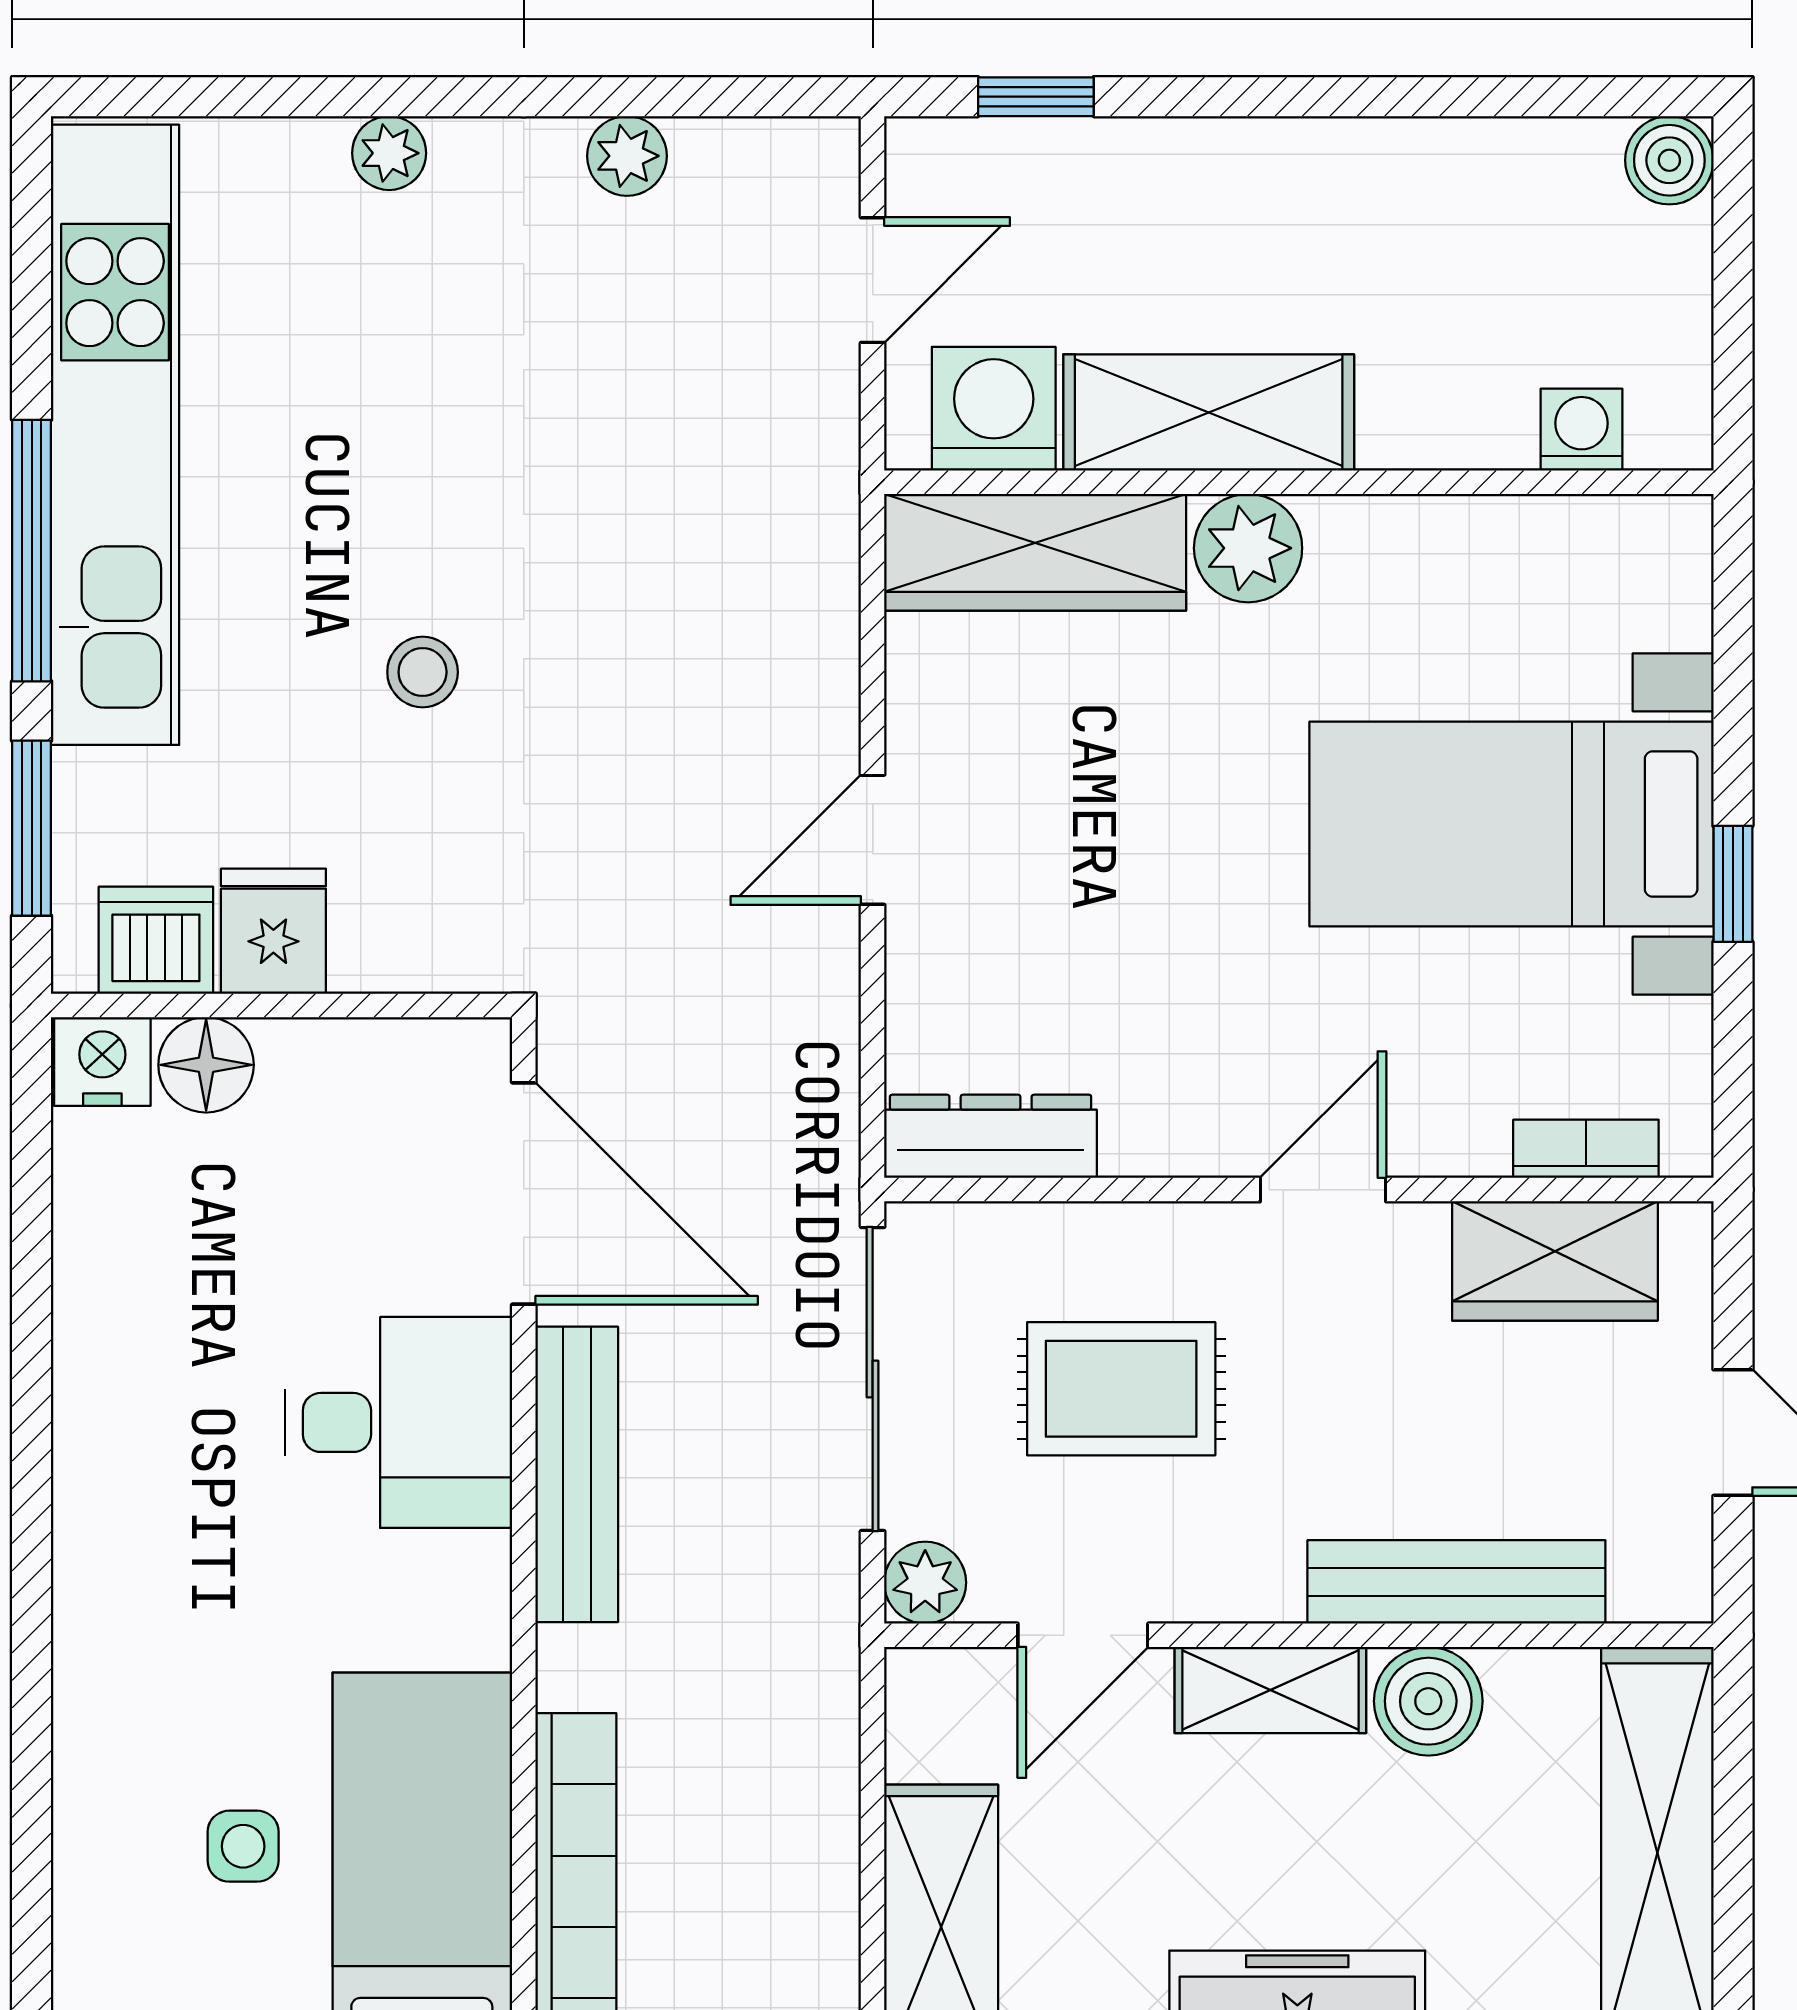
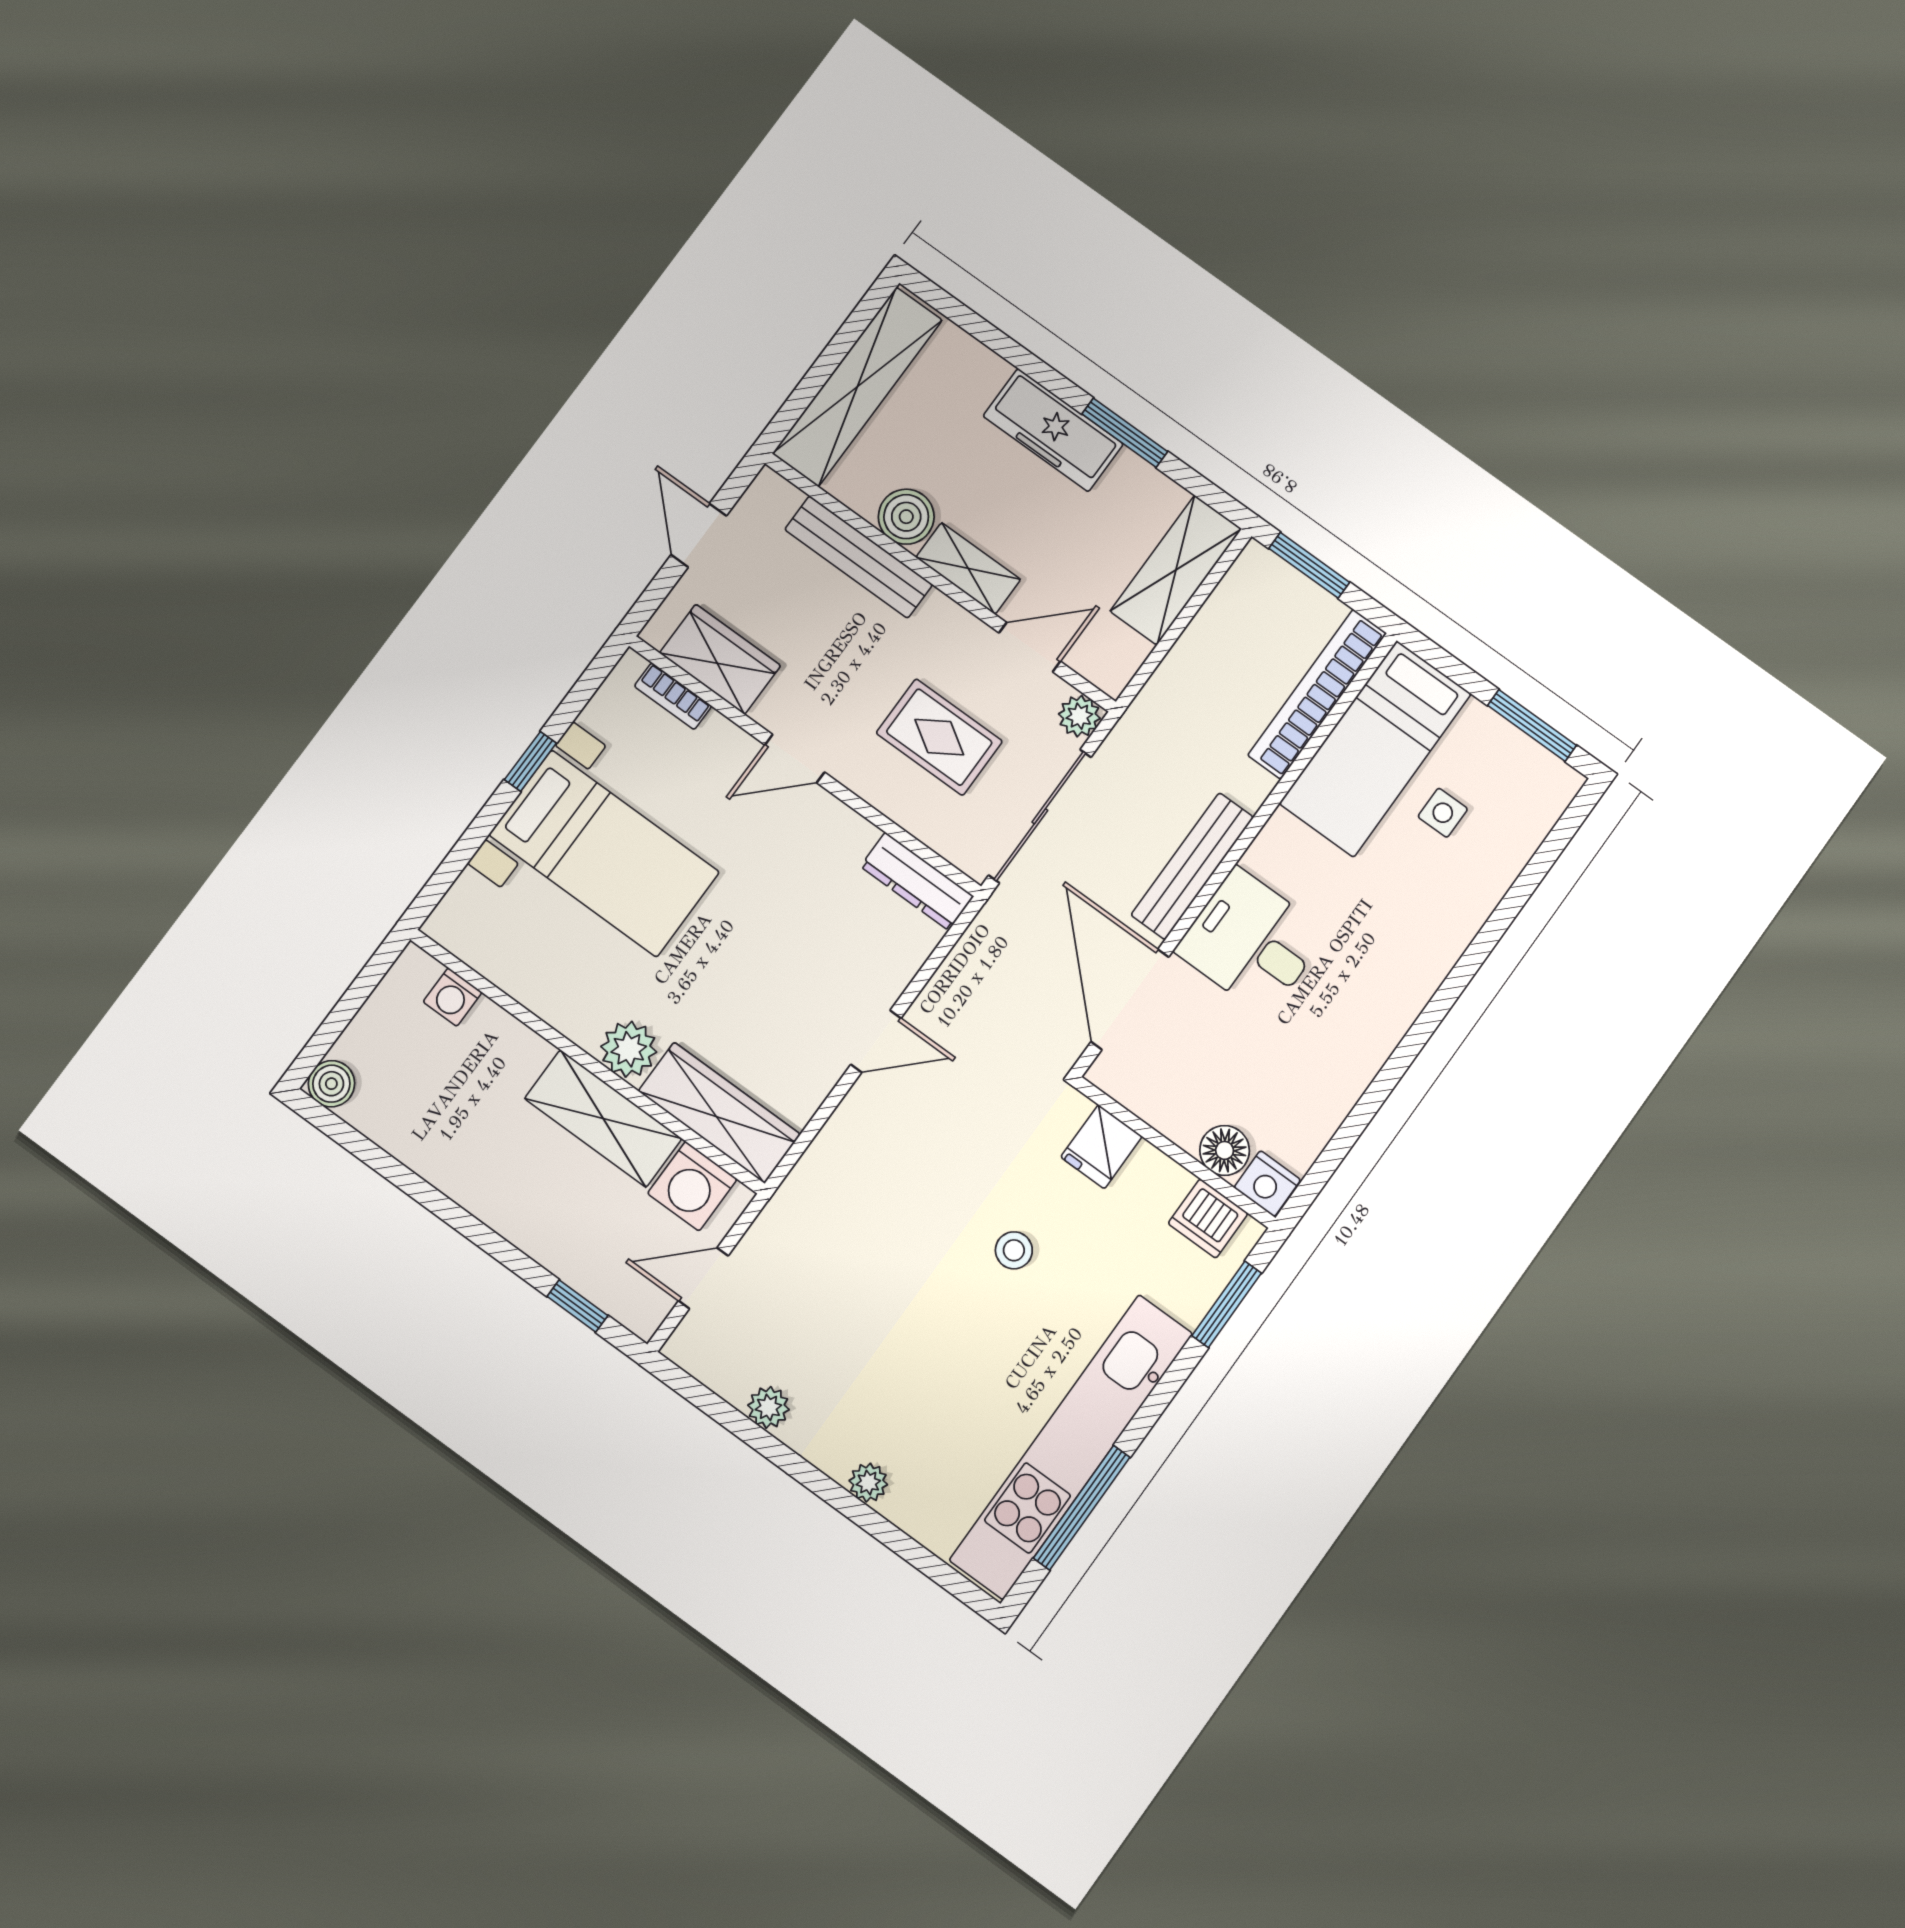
window: (32, 551) -> (1082, 1508), moved
fridge: (273, 931) -> (1101, 1147), moved

